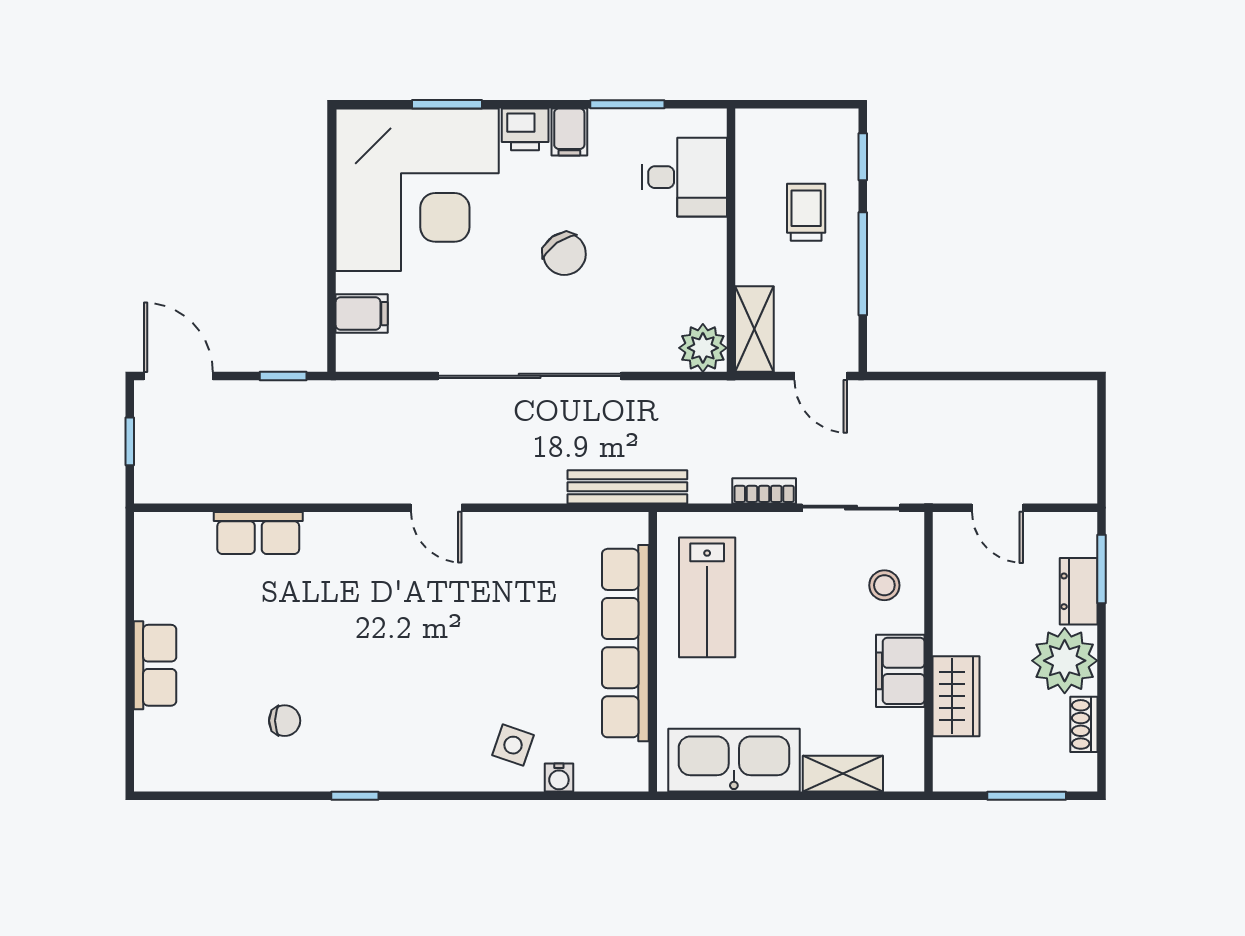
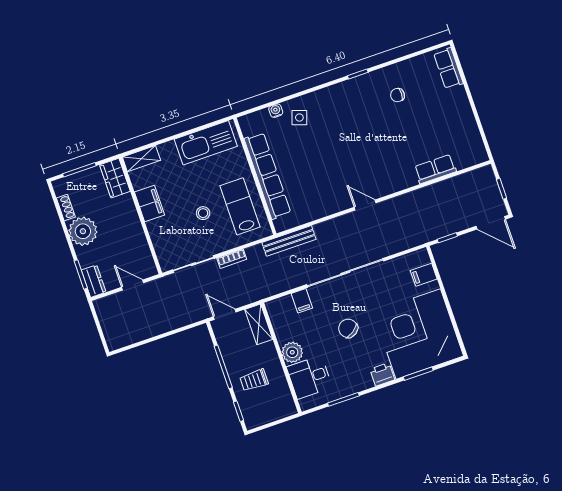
filing cabinet: (569, 132) -> (302, 301), moved, turned 180
trolley: (806, 212) -> (254, 380), turned 90
plant: (703, 348) -> (292, 352), moved
stool: (884, 585) -> (203, 213), moved
dresser: (1079, 591) -> (94, 281), moved
row of seats: (155, 665) -> (448, 68), moved
wardrobe: (956, 696) -> (115, 178), moved
shelving: (843, 774) -> (141, 159), moved

